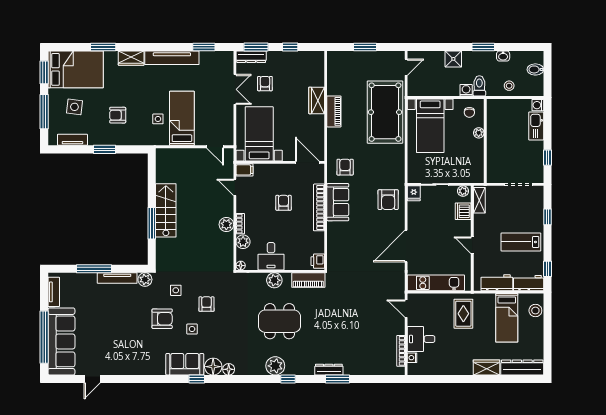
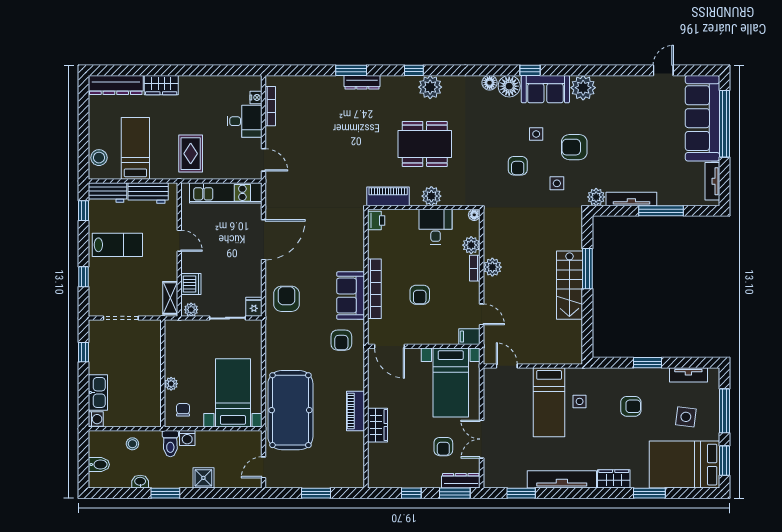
plant: (155, 365) -> (583, 88), added

